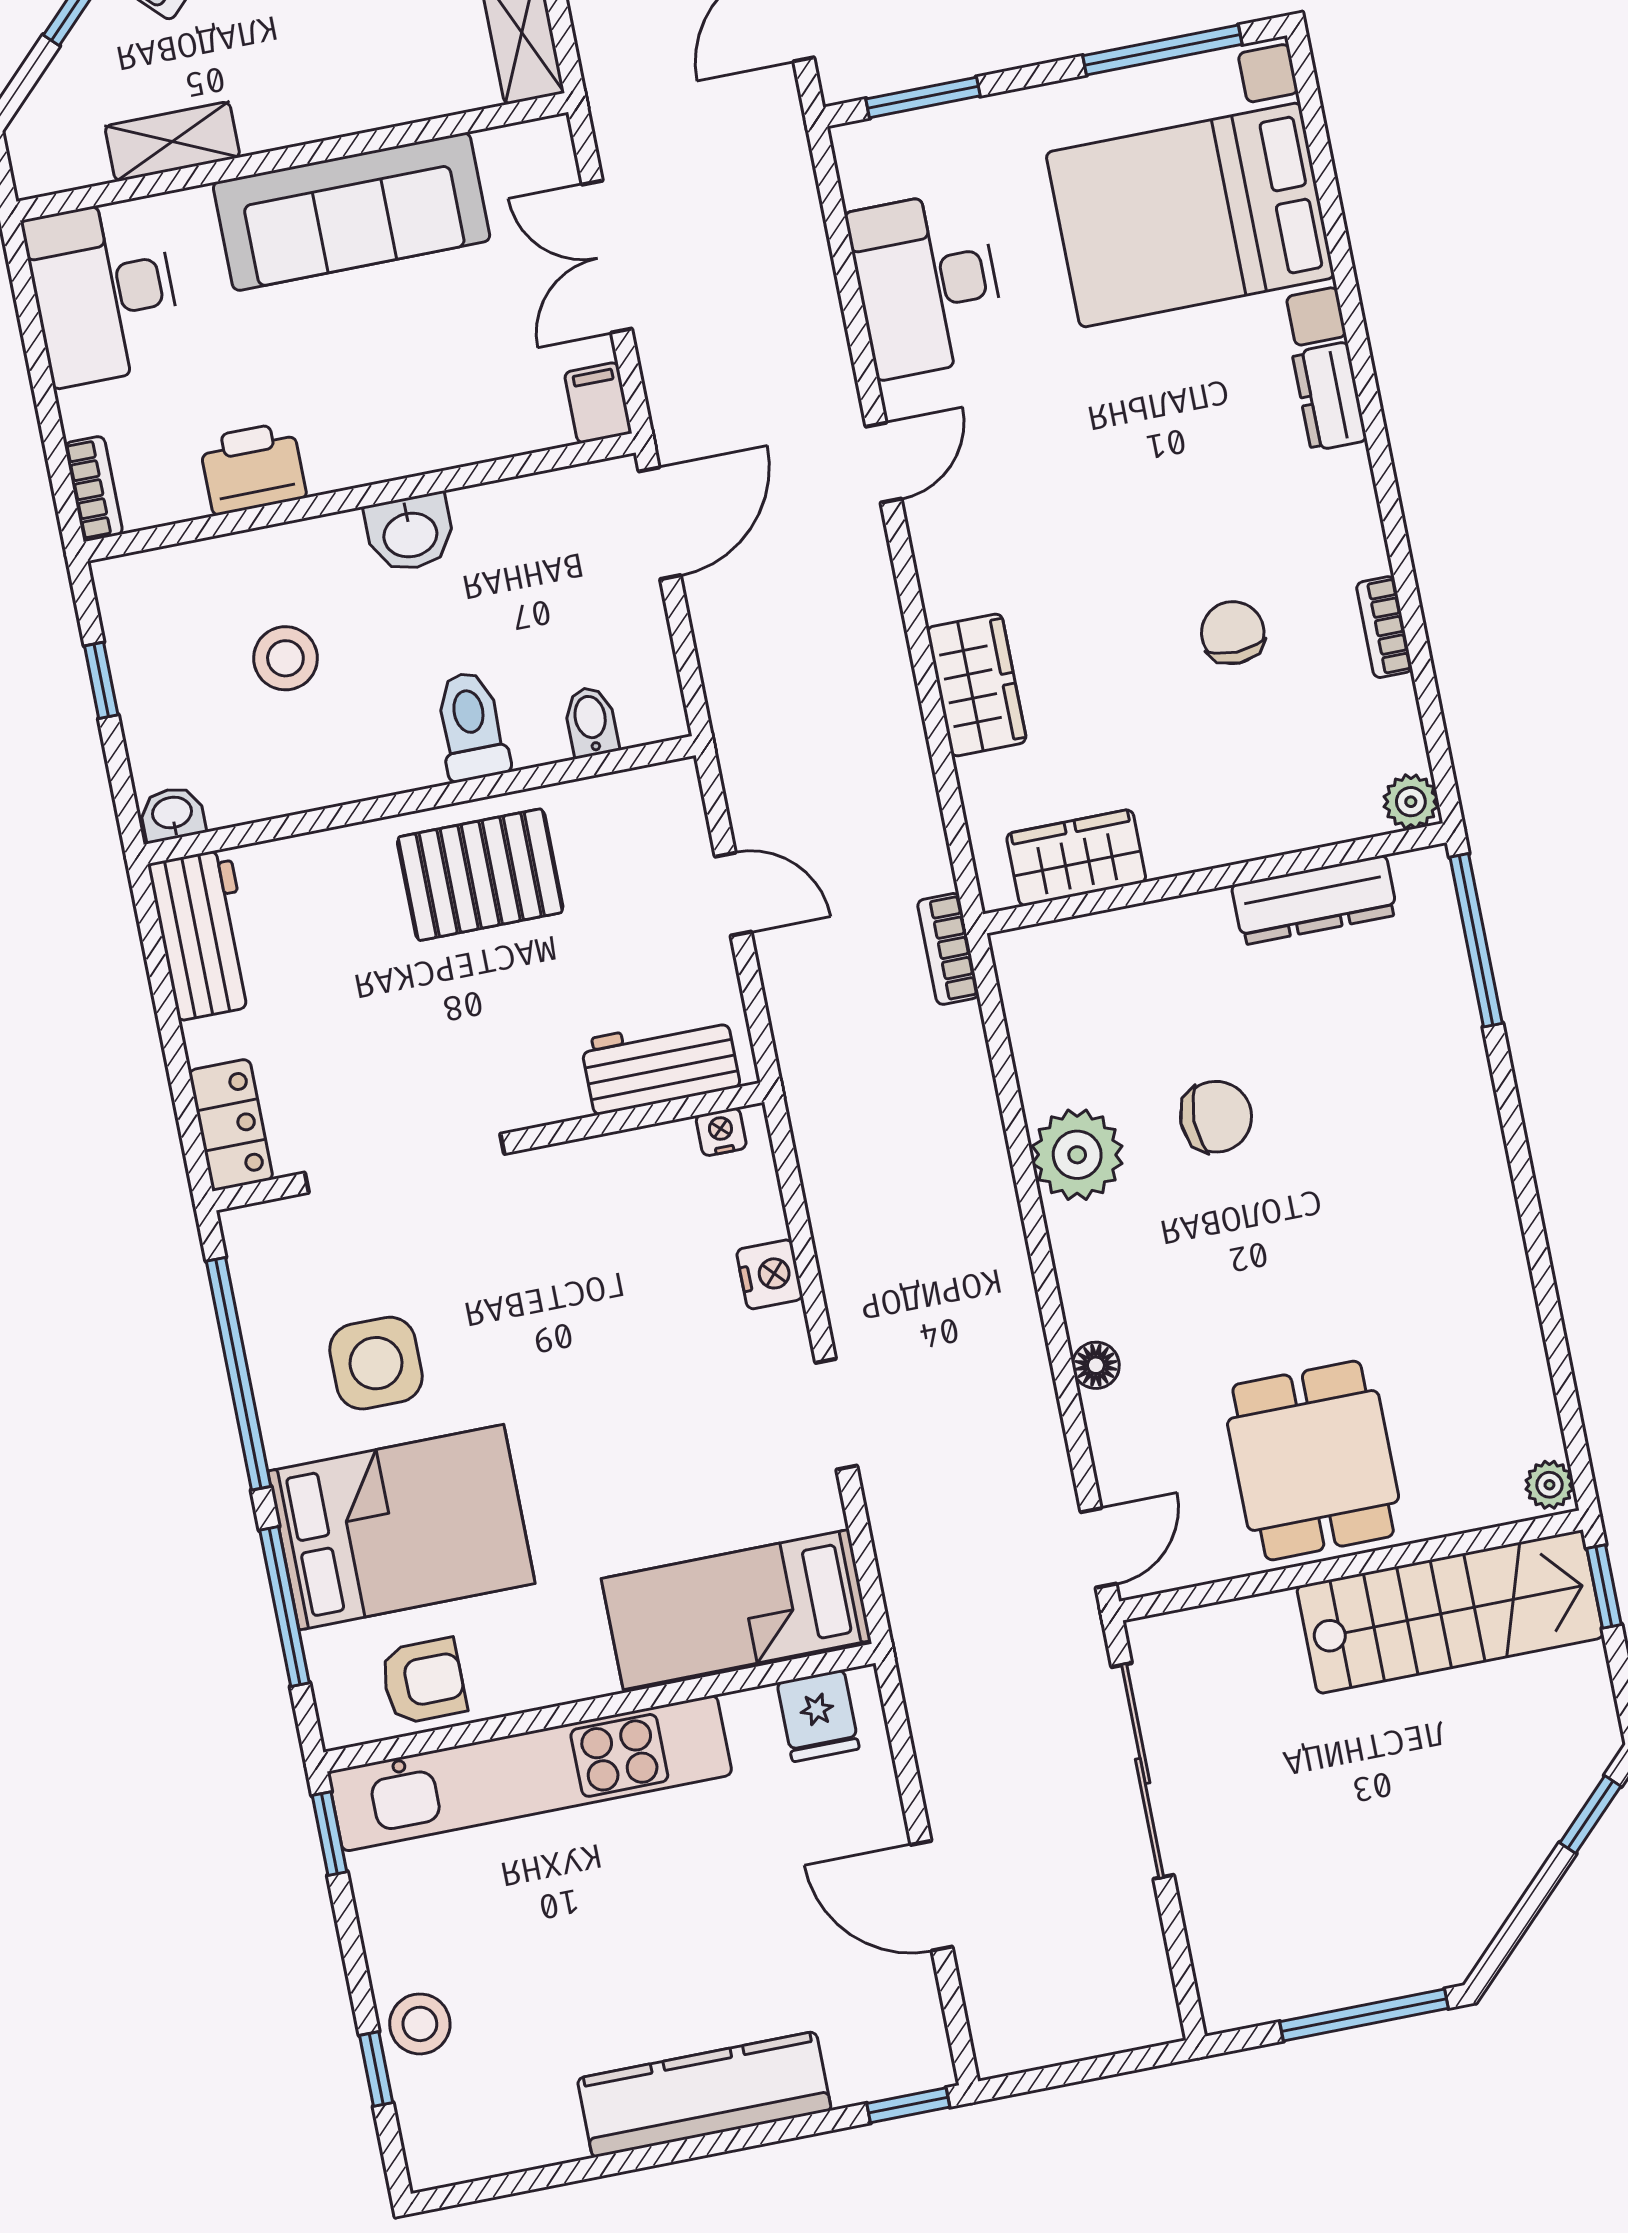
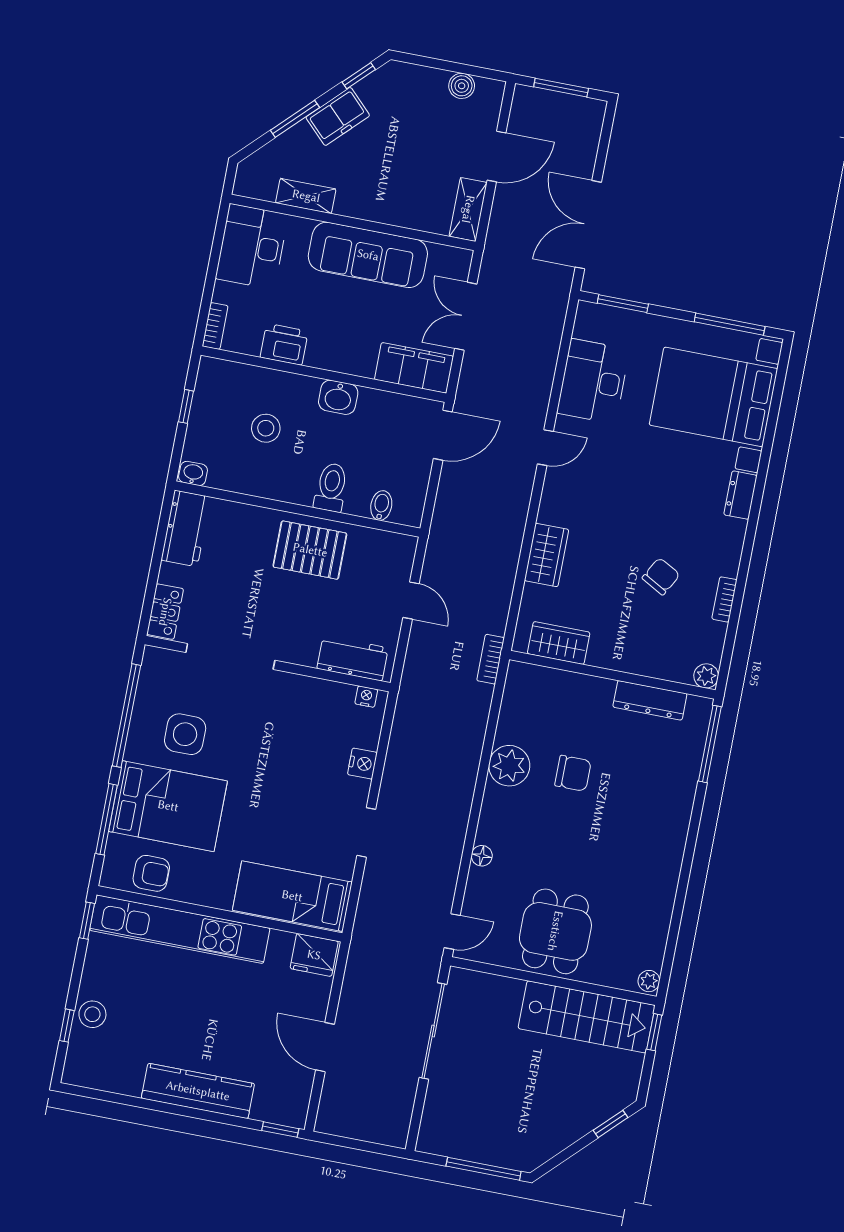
filing cabinet: (598, 403) -> (414, 368), width x3.00, depth x1.17
chair: (1233, 633) -> (661, 576), turned 30
fridge: (818, 1716) -> (314, 955), width x1.38

